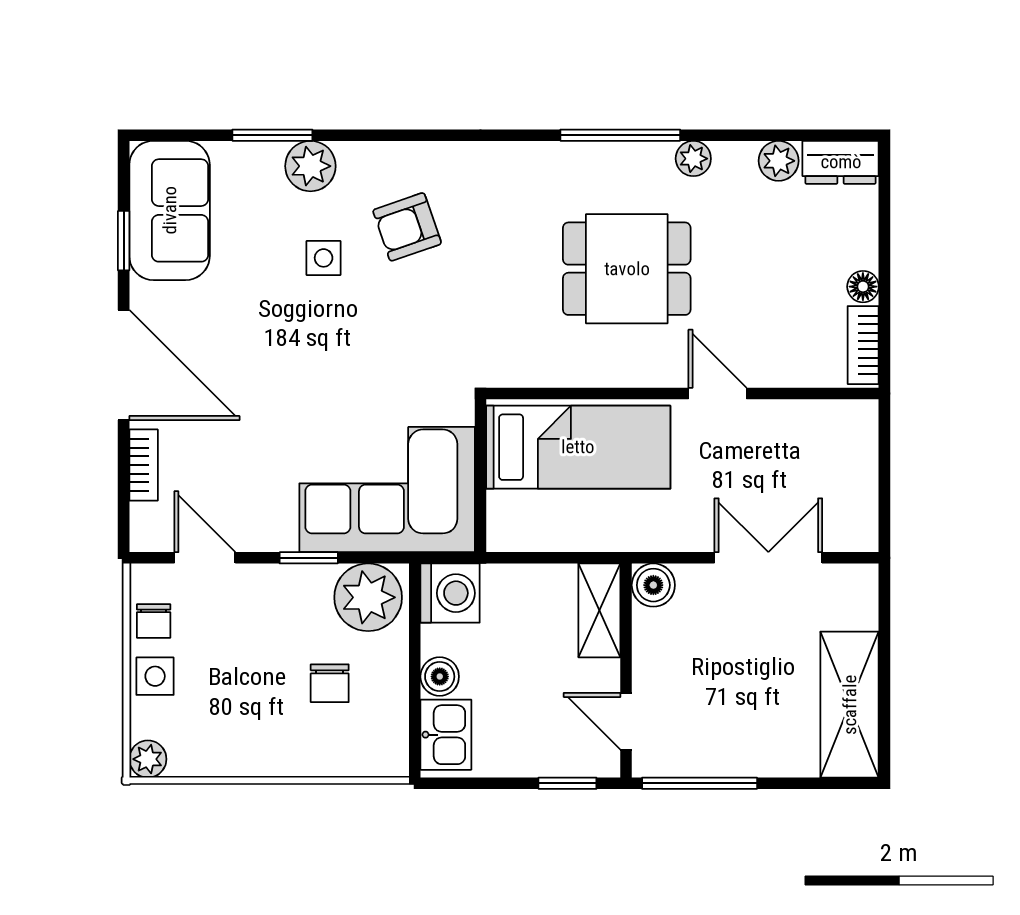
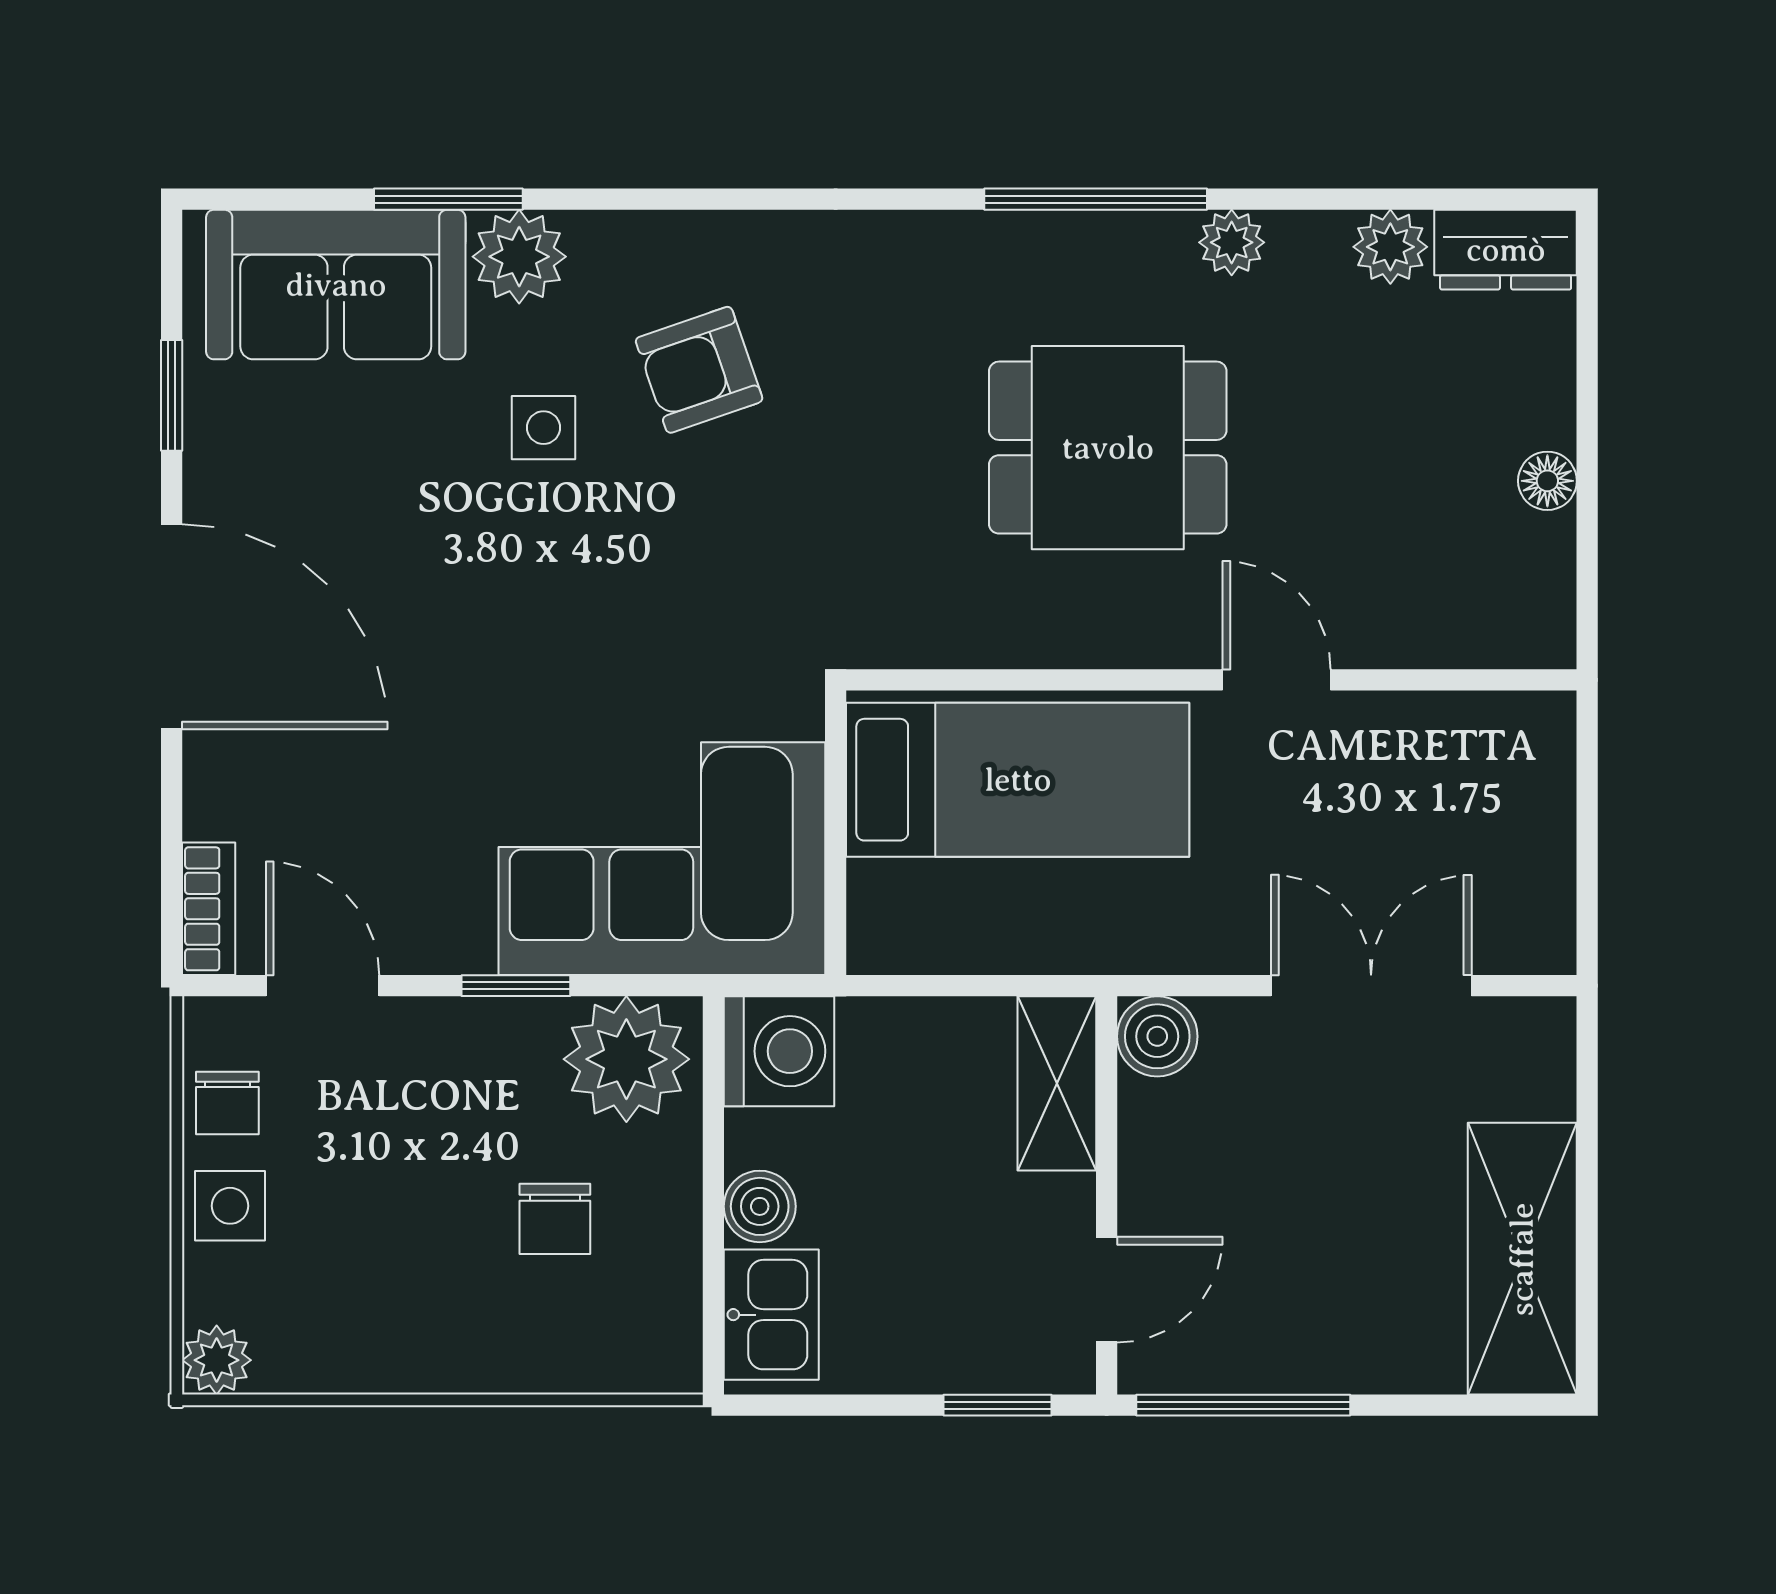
sofa: (170, 210) -> (336, 285), moved, turned 90
bookcase: (863, 345) -> (1548, 590), removed
bookcase: (144, 465) -> (209, 909), moved
door: (626, 721) -> (1107, 1290), swing flipped

